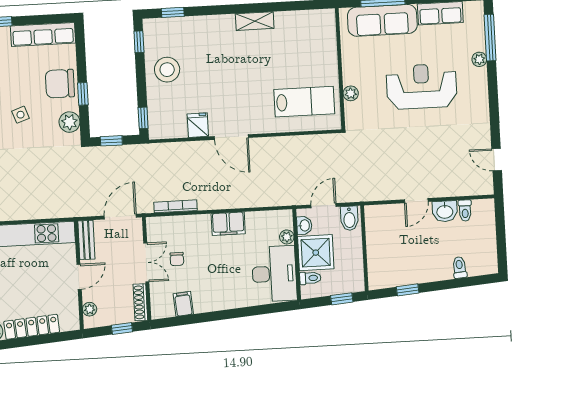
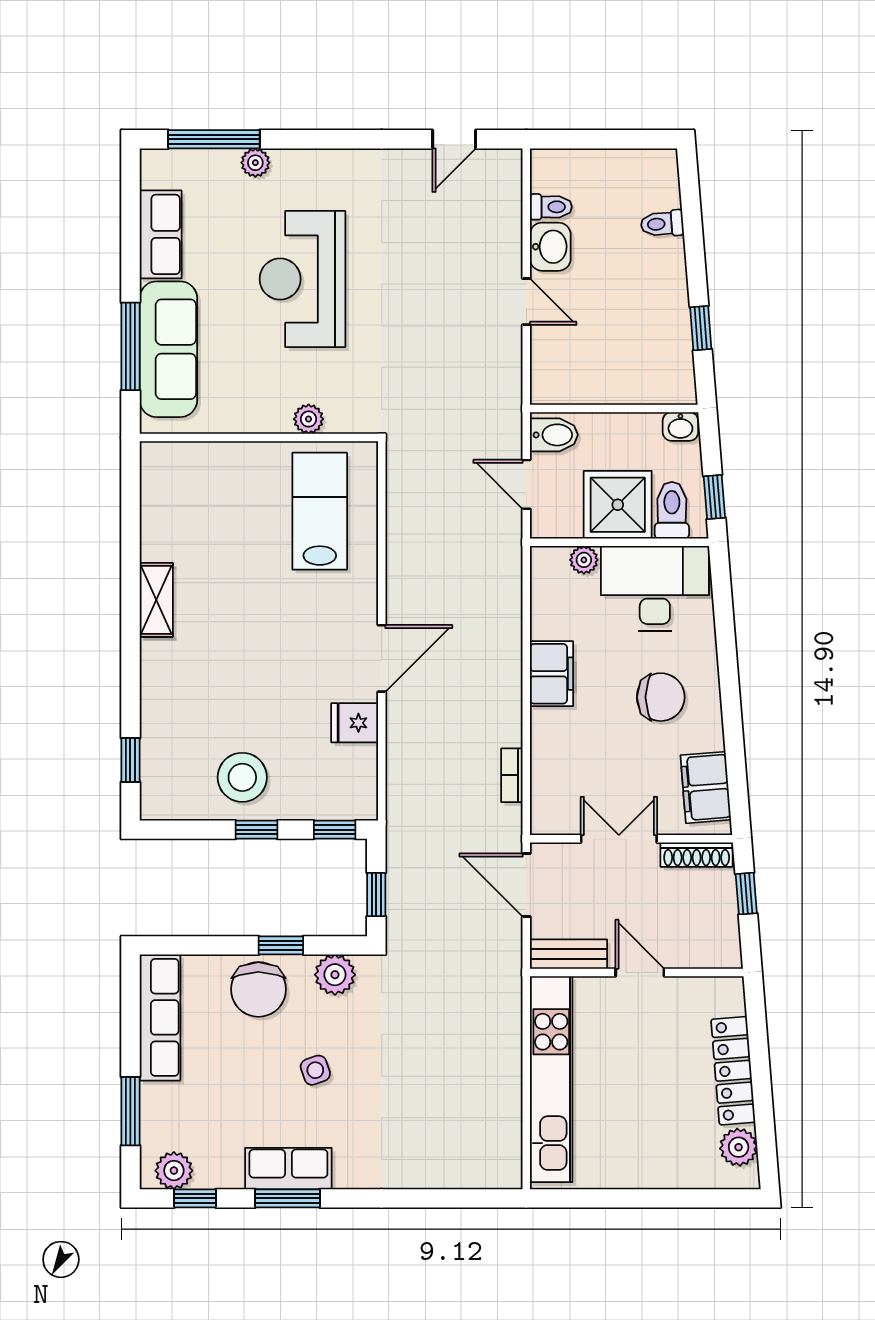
window: (139, 42) -> (257, 830), moved
bookcase: (176, 206) -> (512, 775), width x0.64
washbasin: (304, 225) -> (680, 426), moved, turned 180
chair: (177, 259) -> (661, 697), moved, width x1.87, depth x1.87
toilet: (310, 278) -> (672, 510), width x1.37, depth x1.39
window: (342, 299) -> (714, 497), moved
filing cabinet: (183, 304) -> (706, 787), width x2.00
plant: (90, 309) -> (705, 955), removed

